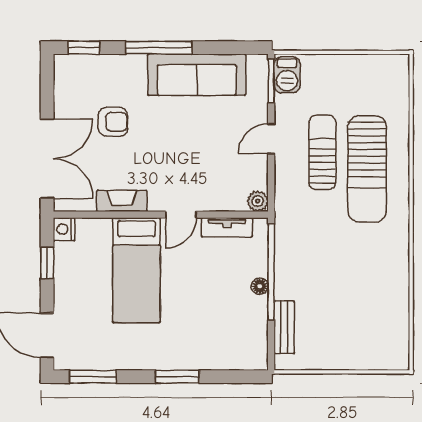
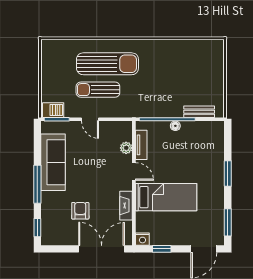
plant: (258, 201) -> (126, 148), moved

